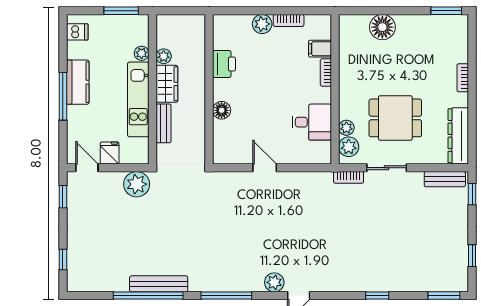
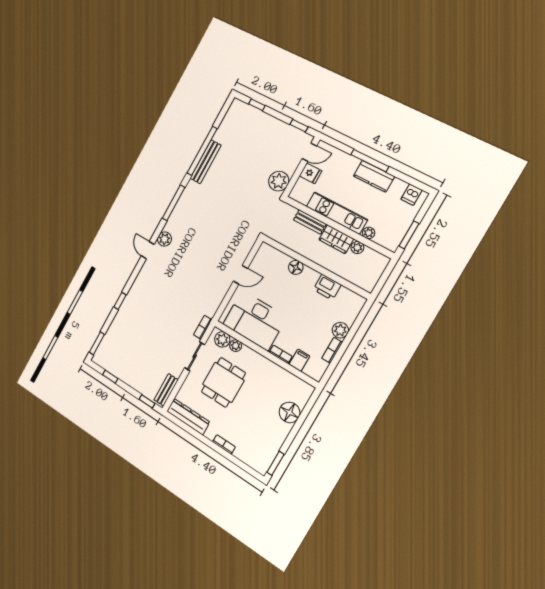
desk: (312, 122) -> (255, 321), width x1.87, depth x1.30

